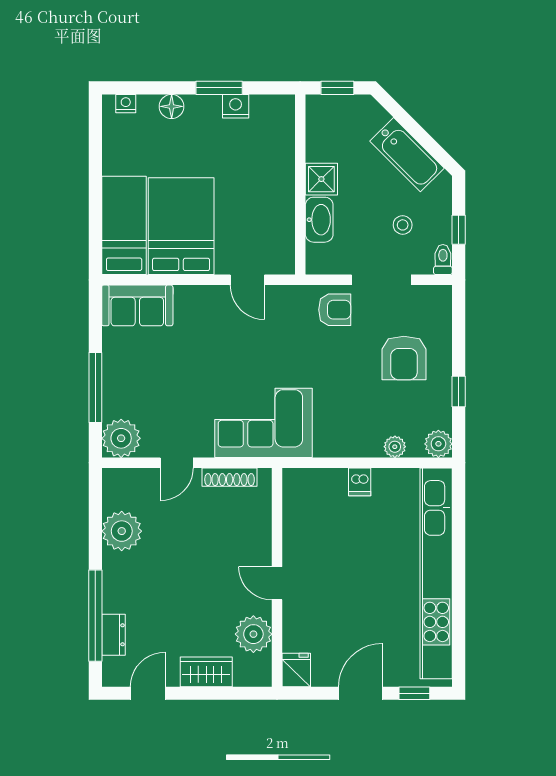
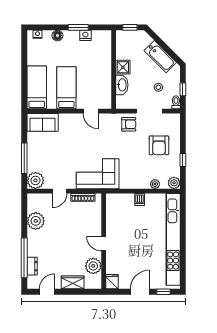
bed: (181, 226) -> (66, 88), width x0.67

